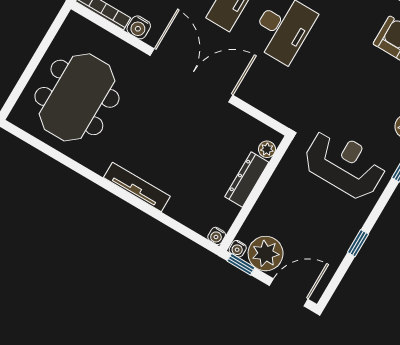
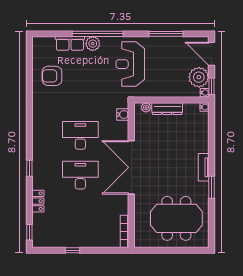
water cooler: (139, 27) -> (123, 115), moved
window: (92, 176) -> (211, 187), added
tv unit: (137, 187) -> (204, 167), width x0.71
window: (358, 243) -> (166, 34), width x2.17

